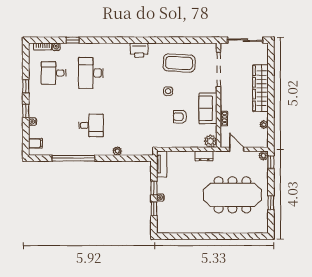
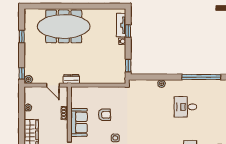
plant: (210, 141) -> (77, 92), removed
dresser: (204, 156) -> (71, 79), moved
tv unit: (162, 164) -> (121, 25), moved
window: (154, 188) -> (128, 66), moved
meeting table: (232, 195) -> (64, 26), moved

